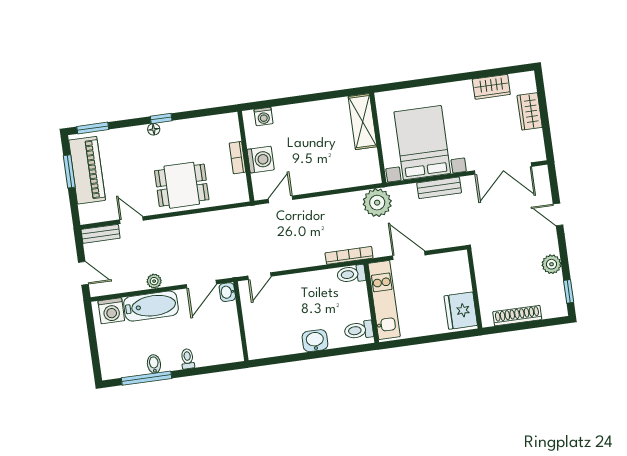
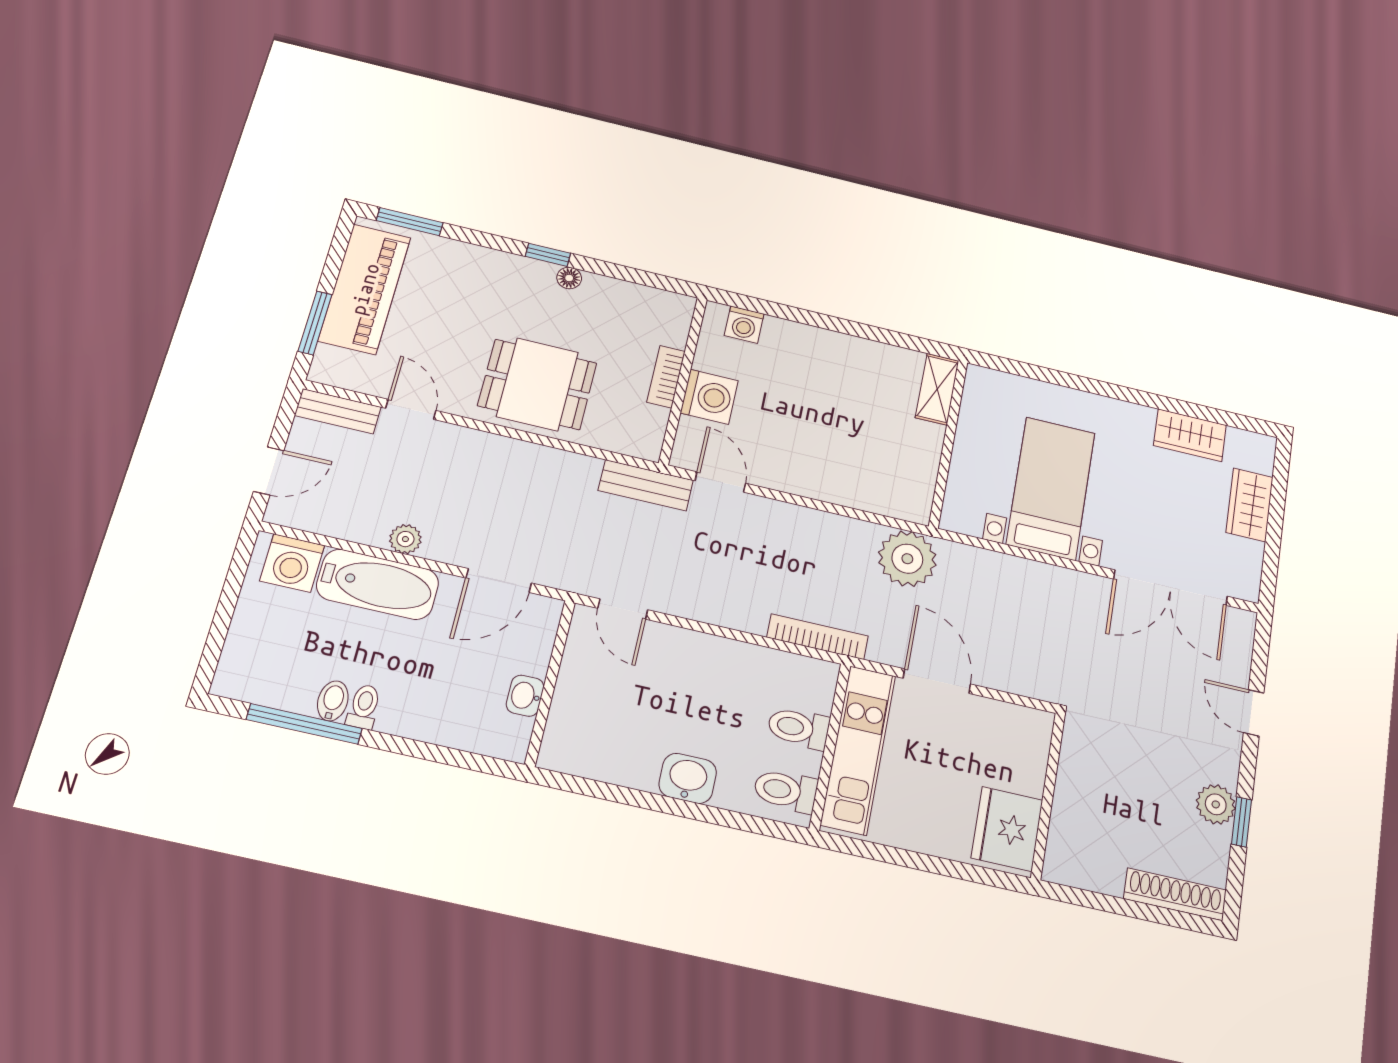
shelving: (363, 122) -> (937, 389), width x0.67, depth x0.75
floor lamp: (154, 129) -> (569, 278), moved
bed with nightstands: (422, 143) -> (1051, 488), width x0.73
window: (69, 171) -> (315, 323), moved
bench: (439, 188) -> (646, 485), moved
door: (280, 199) -> (720, 482), hinge flipped
door: (83, 273) -> (269, 471), hinge flipped
toilet: (351, 274) -> (799, 728), moved
door: (259, 276) -> (623, 609), hinge flipped
window: (569, 291) -> (1241, 822), moved
washbasin: (227, 292) -> (525, 696), moved
shoe rack: (517, 316) -> (1175, 894), moved
toilet: (188, 359) -> (364, 707), moved

